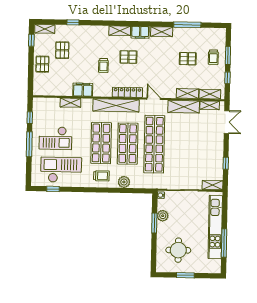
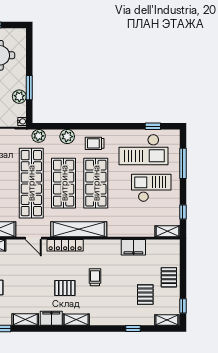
filing cabinet: (83, 90) -> (133, 247), moved
shelving: (70, 103) -> (167, 231), moved
window: (29, 144) -> (183, 163), moved
plant: (147, 183) -> (39, 136), added

